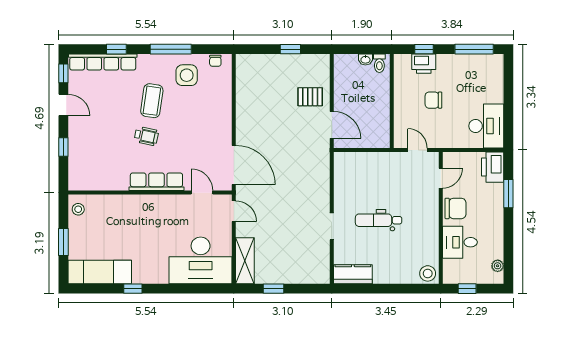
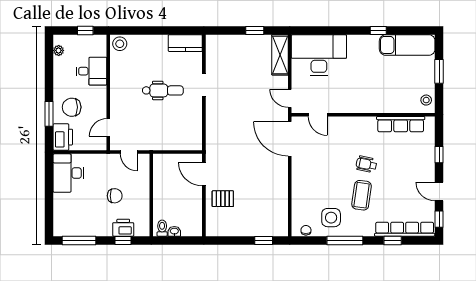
window: (290, 49) -> (264, 240), moved
row of seats: (156, 182) -> (401, 124), moved
chair: (455, 208) -> (72, 107), moved

